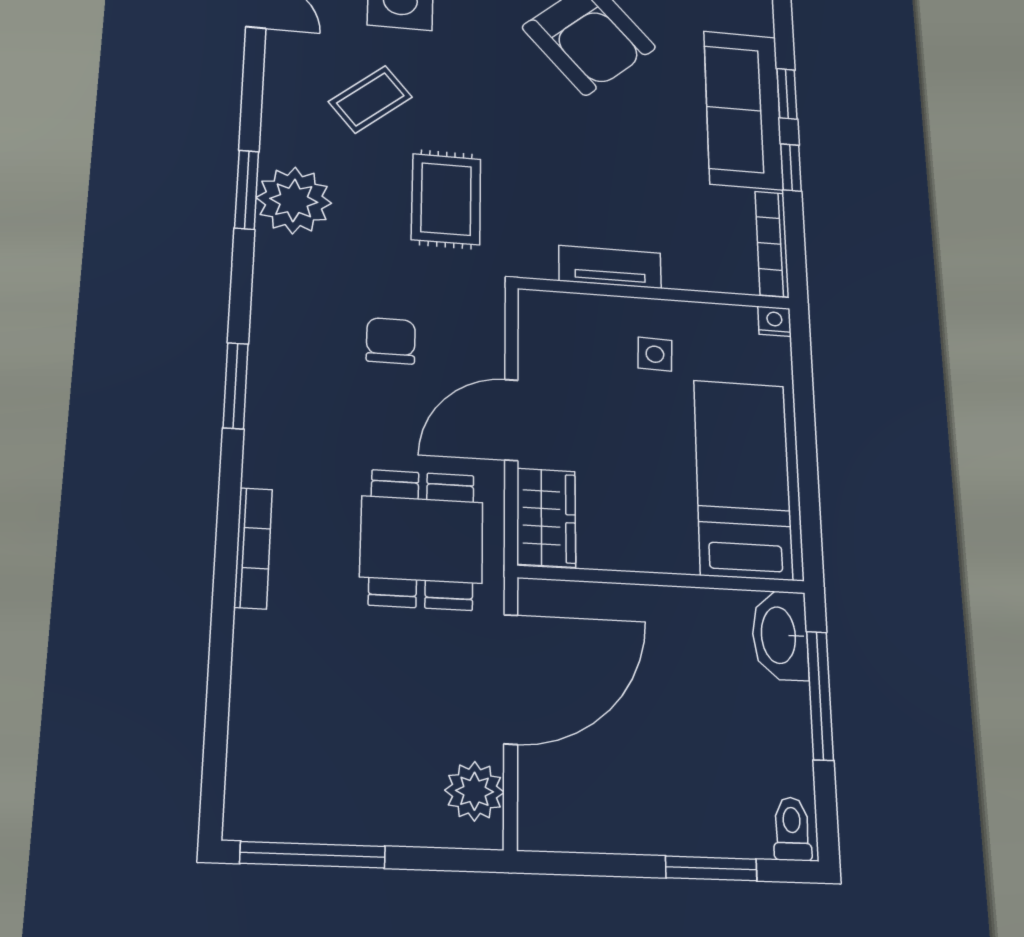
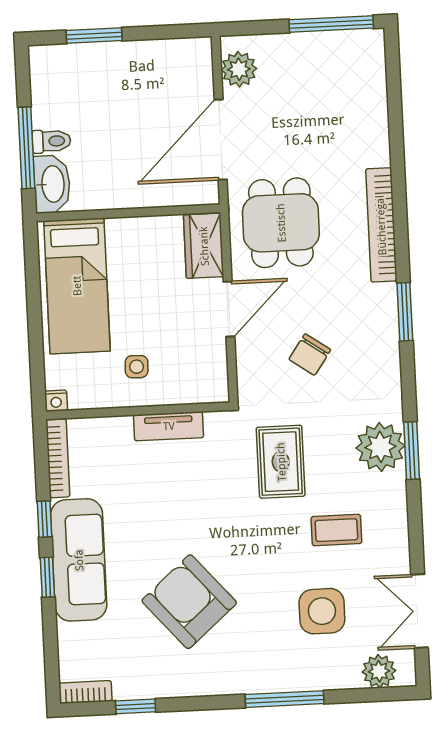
coffee table: (370, 99) -> (336, 530), turned 40
chair: (391, 341) -> (310, 355), turned 35
bookcase: (253, 548) -> (381, 225), width x1.48, depth x1.31
toilet: (792, 829) -> (51, 141), moved, turned -90

